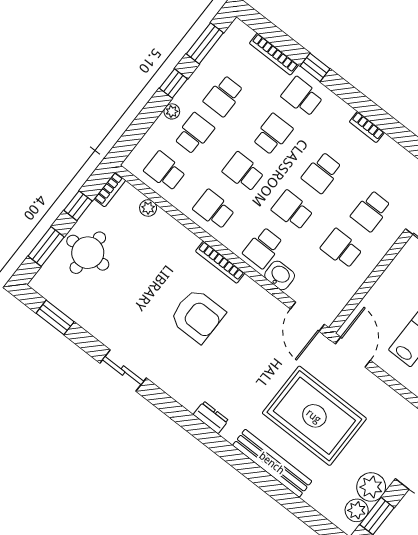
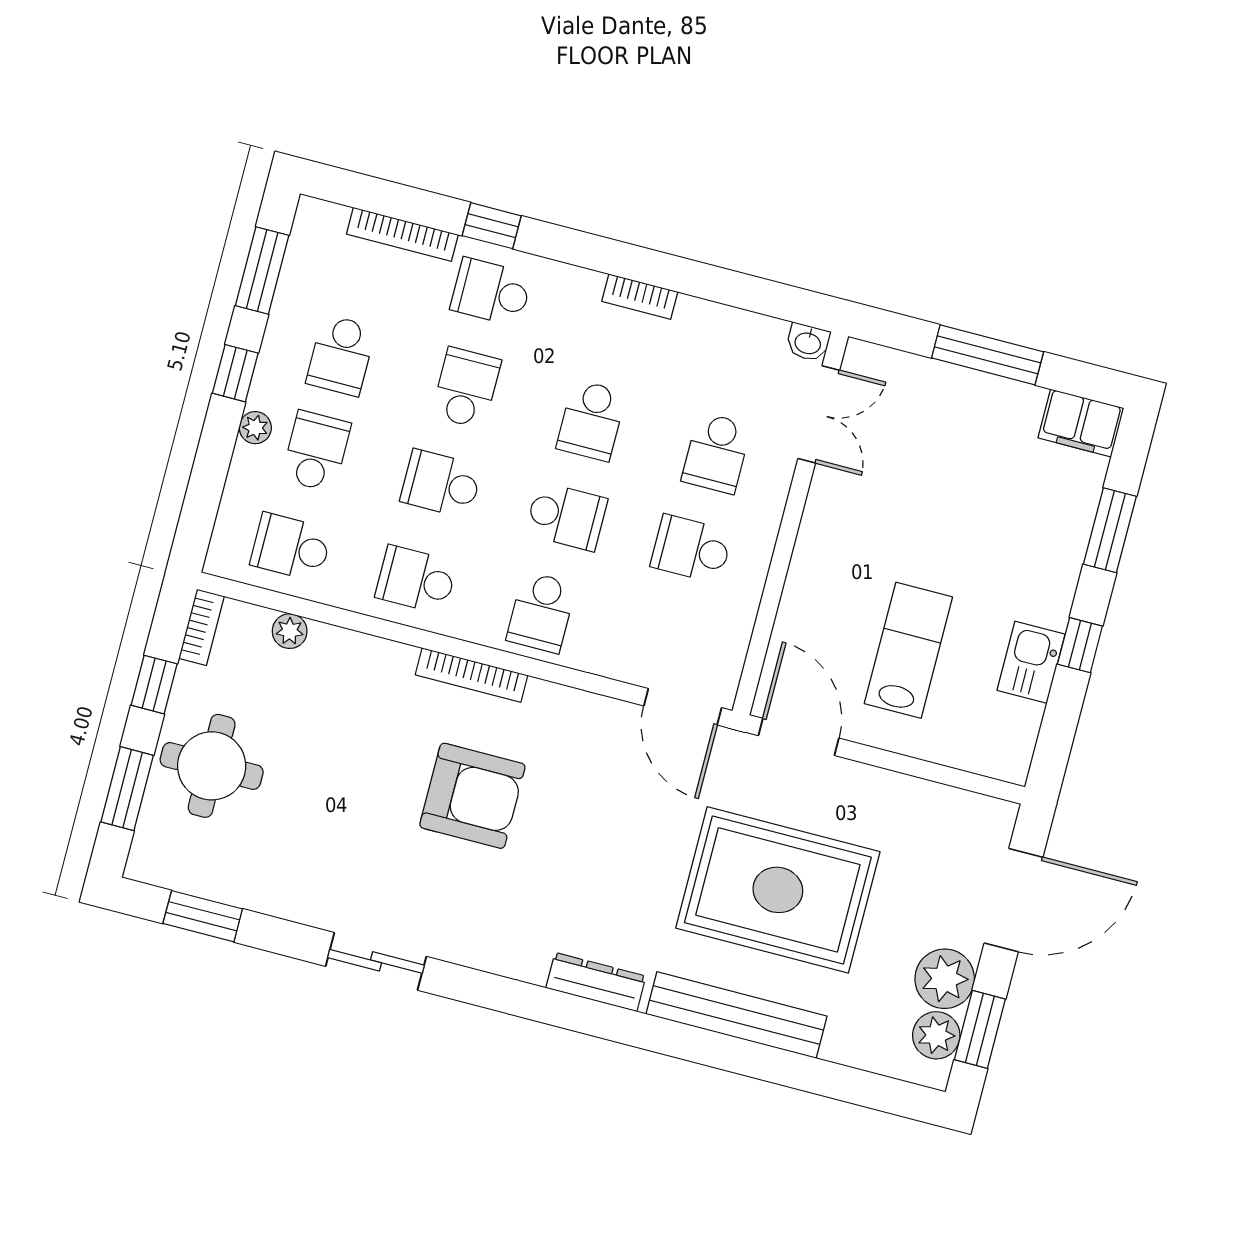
school desk: (292, 210) -> (566, 516), turned 180
washbasin: (280, 275) -> (596, 651), removed
dresser: (211, 417) -> (596, 982), width x1.44

